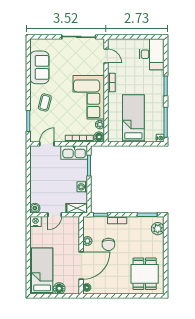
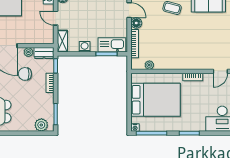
corner sofa: (89, 97) -> (177, 53), removed
bed: (133, 118) -> (156, 100), width x1.50
floor lamp: (99, 137) -> (136, 23), moved
kitchen sink: (74, 152) -> (112, 45), moved, turned 90
dresser: (88, 226) -> (44, 53), added

